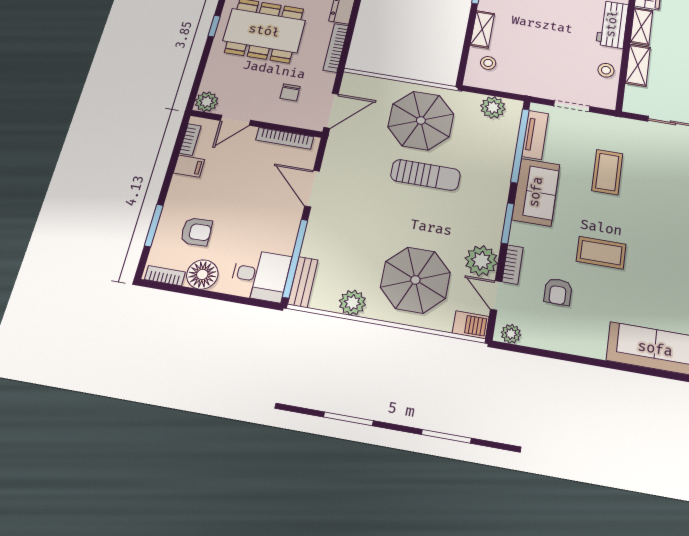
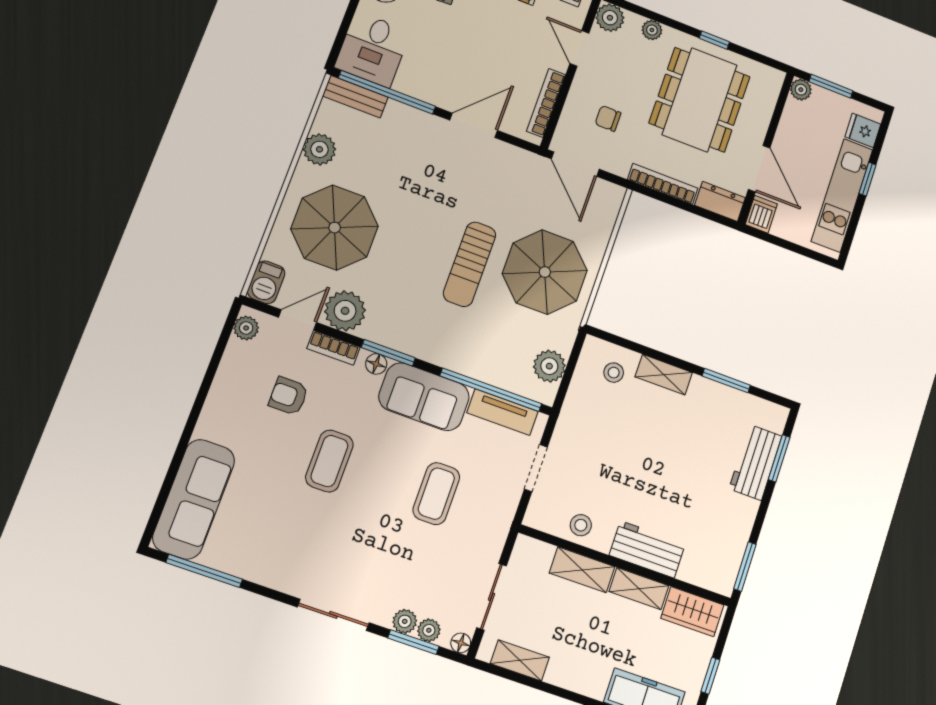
plant: (212, 71) -> (652, 30), added
coffee table: (607, 172) -> (436, 494), turned 90
floor lamp: (518, 231) -> (376, 364), added

